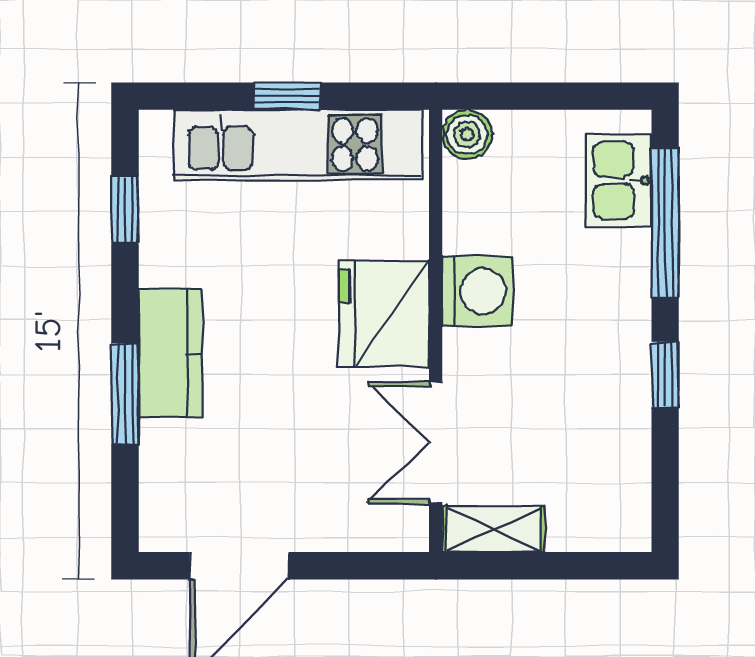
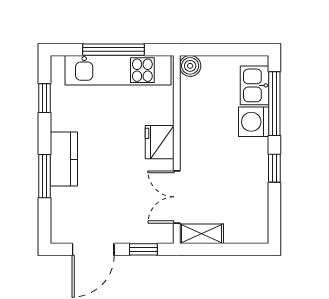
window: (287, 96) -> (113, 50), width x2.17
washing machine: (477, 291) -> (254, 122), moved, turned 180
fridge: (384, 314) -> (160, 142), width x0.73, depth x0.75
window: (357, 566) -> (143, 249), added

